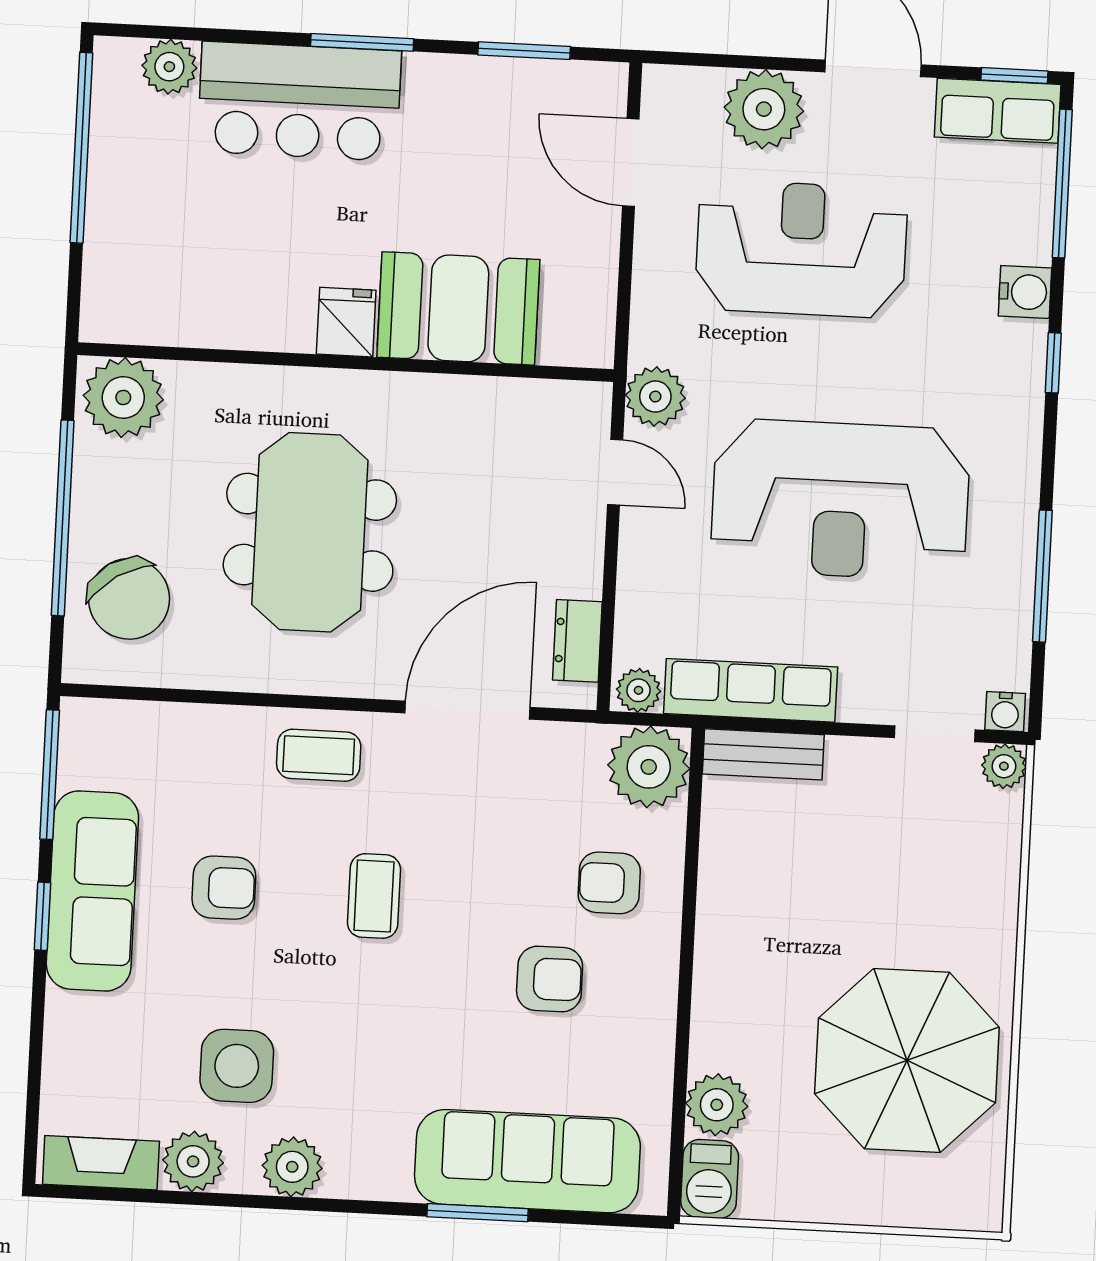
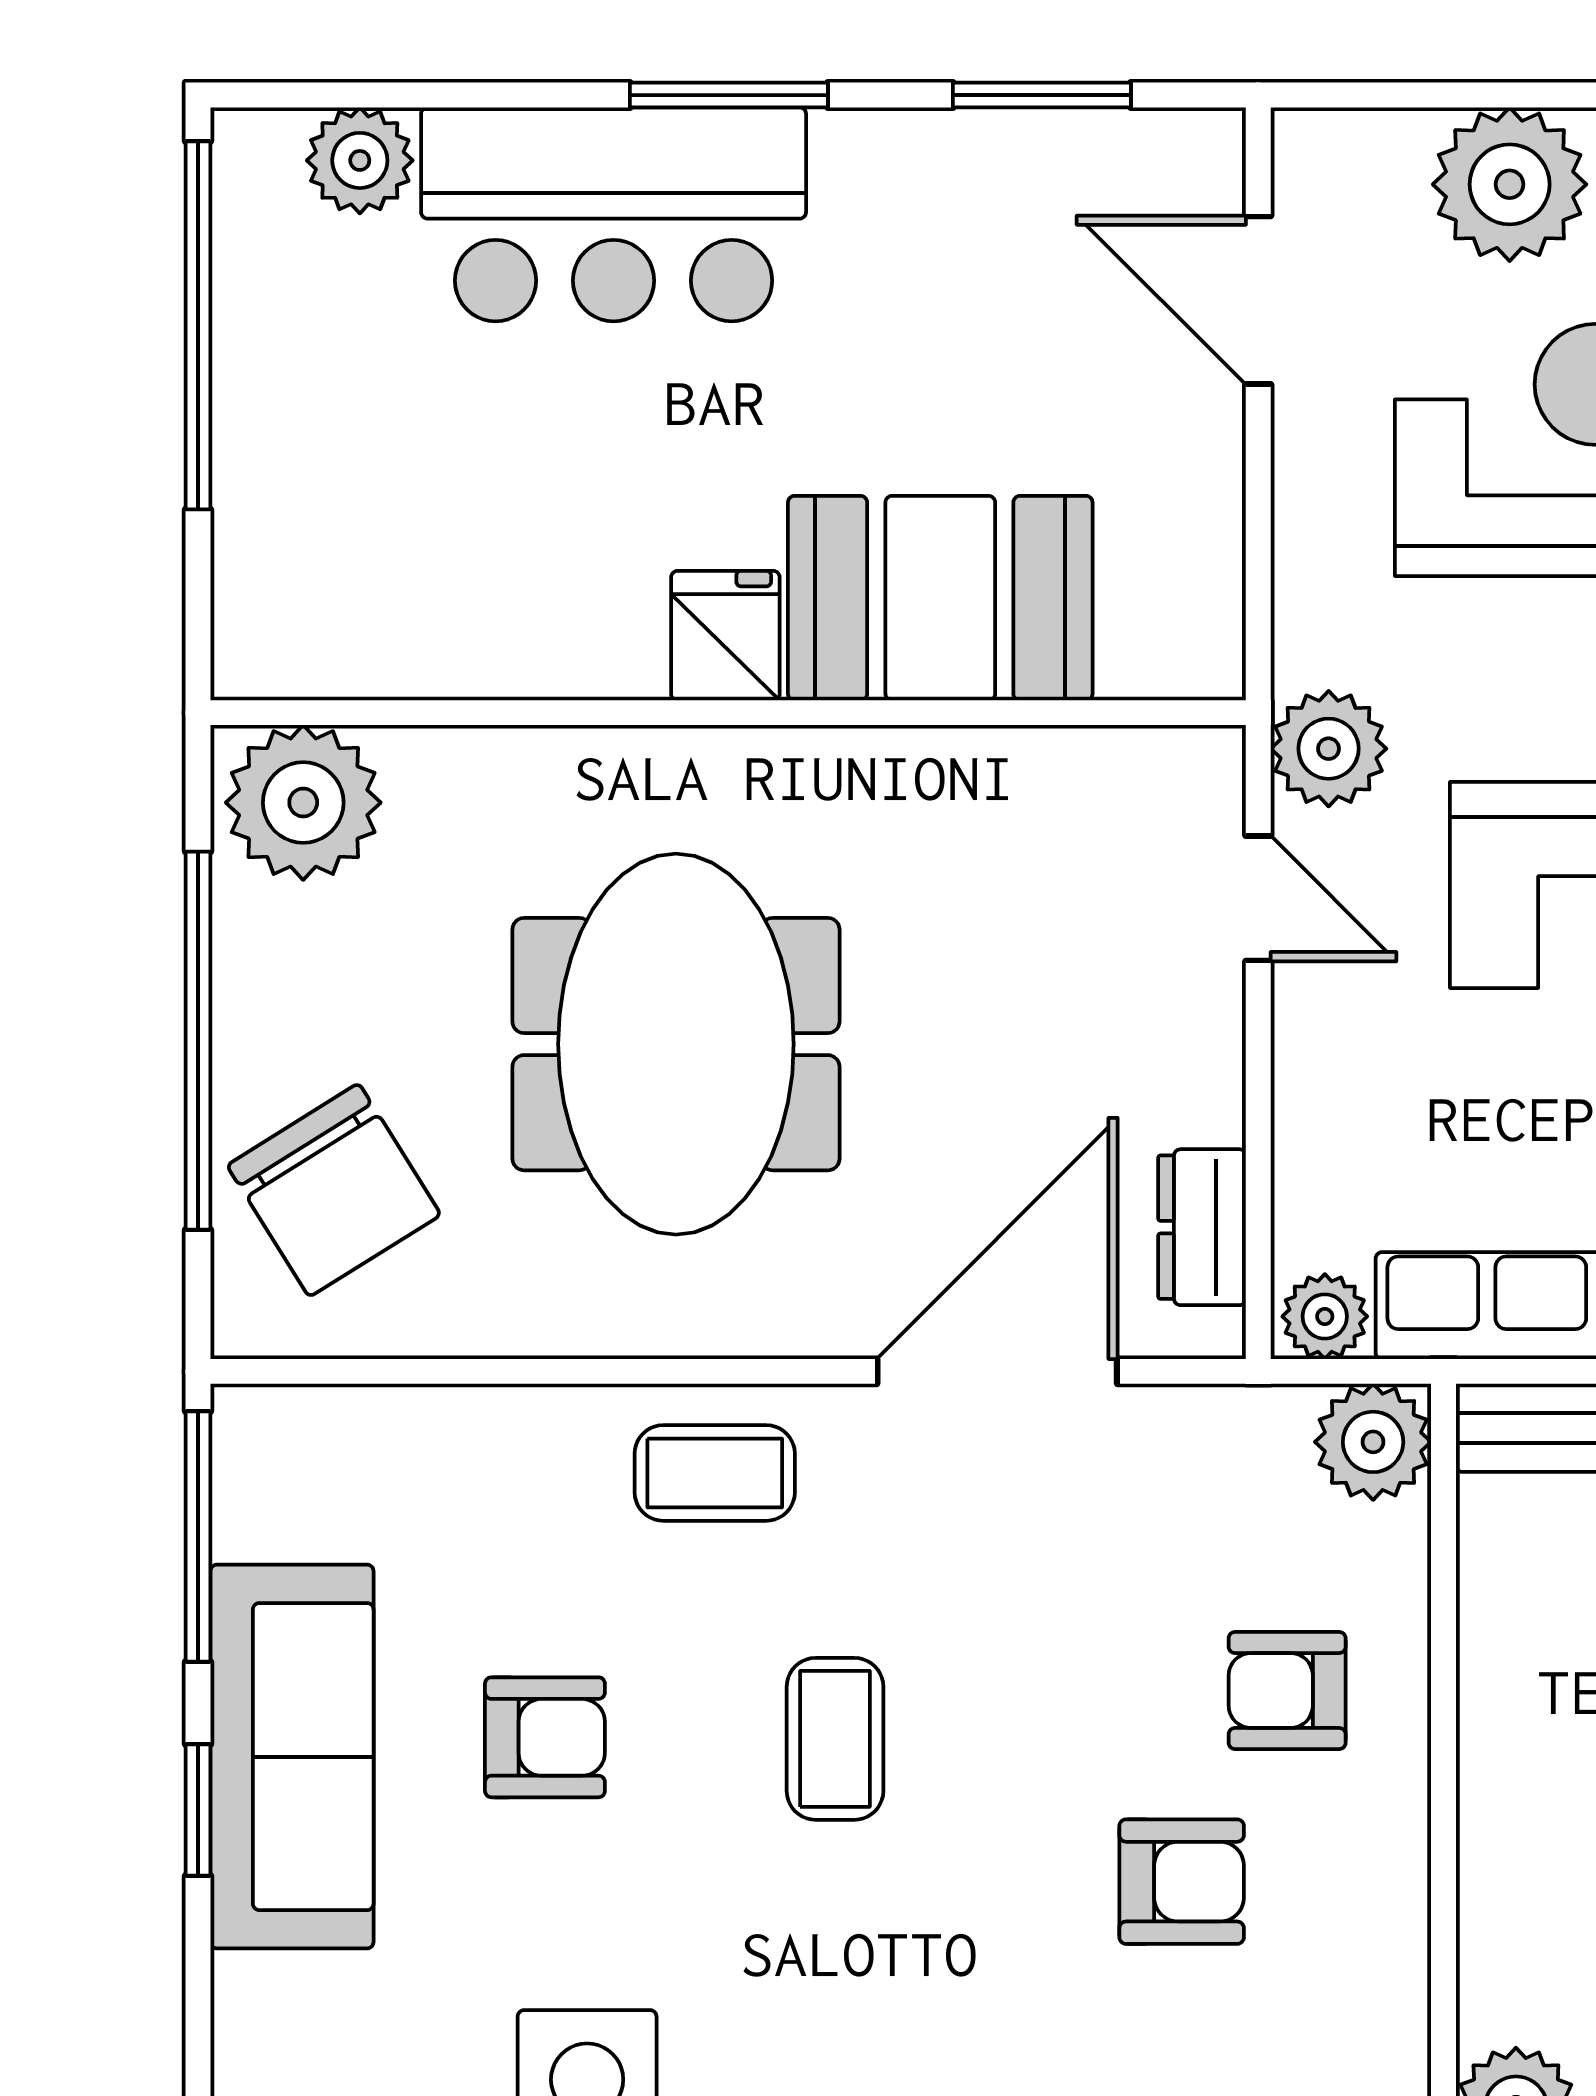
plant: (649, 767) -> (1373, 1442), width x0.73, depth x0.73

